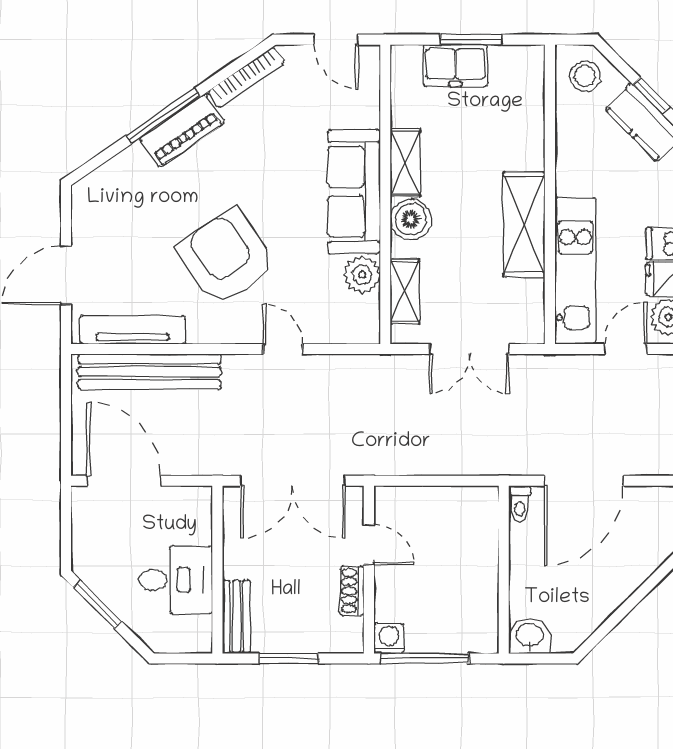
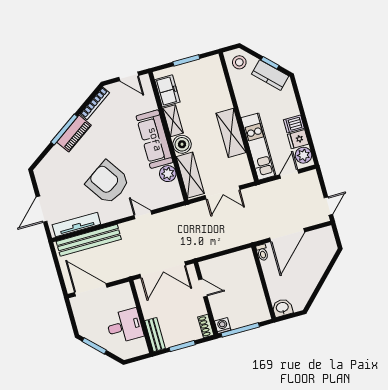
freezer: (455, 65) -> (167, 91), moved, turned -90
shelving: (405, 291) -> (190, 175), width x1.50, depth x1.33
shoe rack: (352, 591) -> (206, 326), moved

